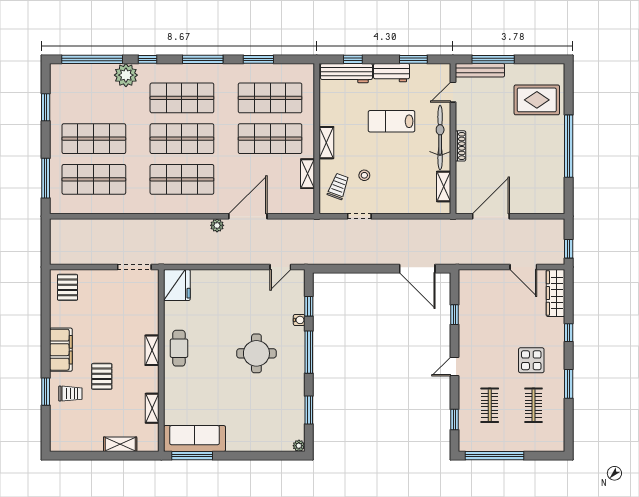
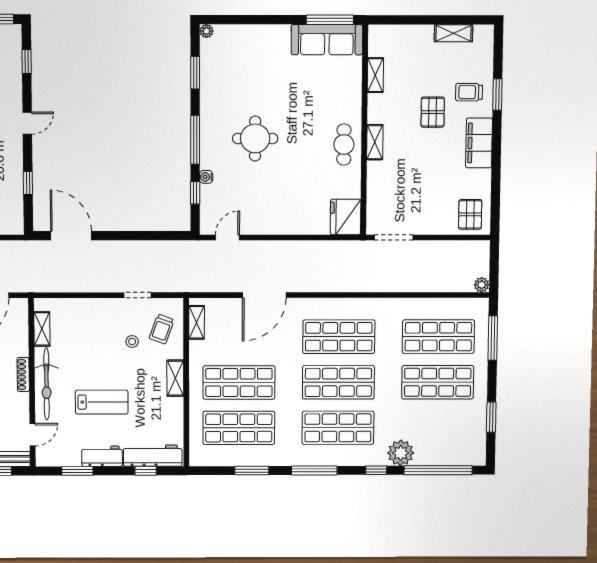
shelving: (308, 174) -> (197, 322), moved
plant: (217, 225) -> (482, 285), moved
shelving: (120, 444) -> (454, 33), moved

